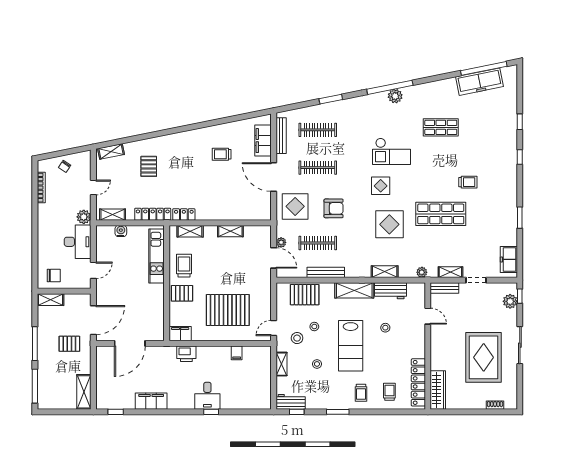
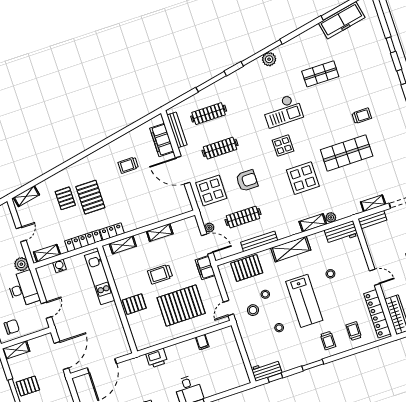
window: (331, 99) -> (211, 82), width x1.44
pallet: (174, 173) -> (90, 197), added
trolley: (184, 266) -> (160, 274), moved, turned -90
plant: (422, 272) -> (331, 217), moved
workbench: (390, 291) -> (341, 233), moved
door: (428, 316) -> (375, 277), moved
filing cabinet: (180, 334) -> (205, 268), moved, turned -90
pallet: (69, 344) -> (28, 386), moved
shelving: (281, 364) -> (247, 339), removed

